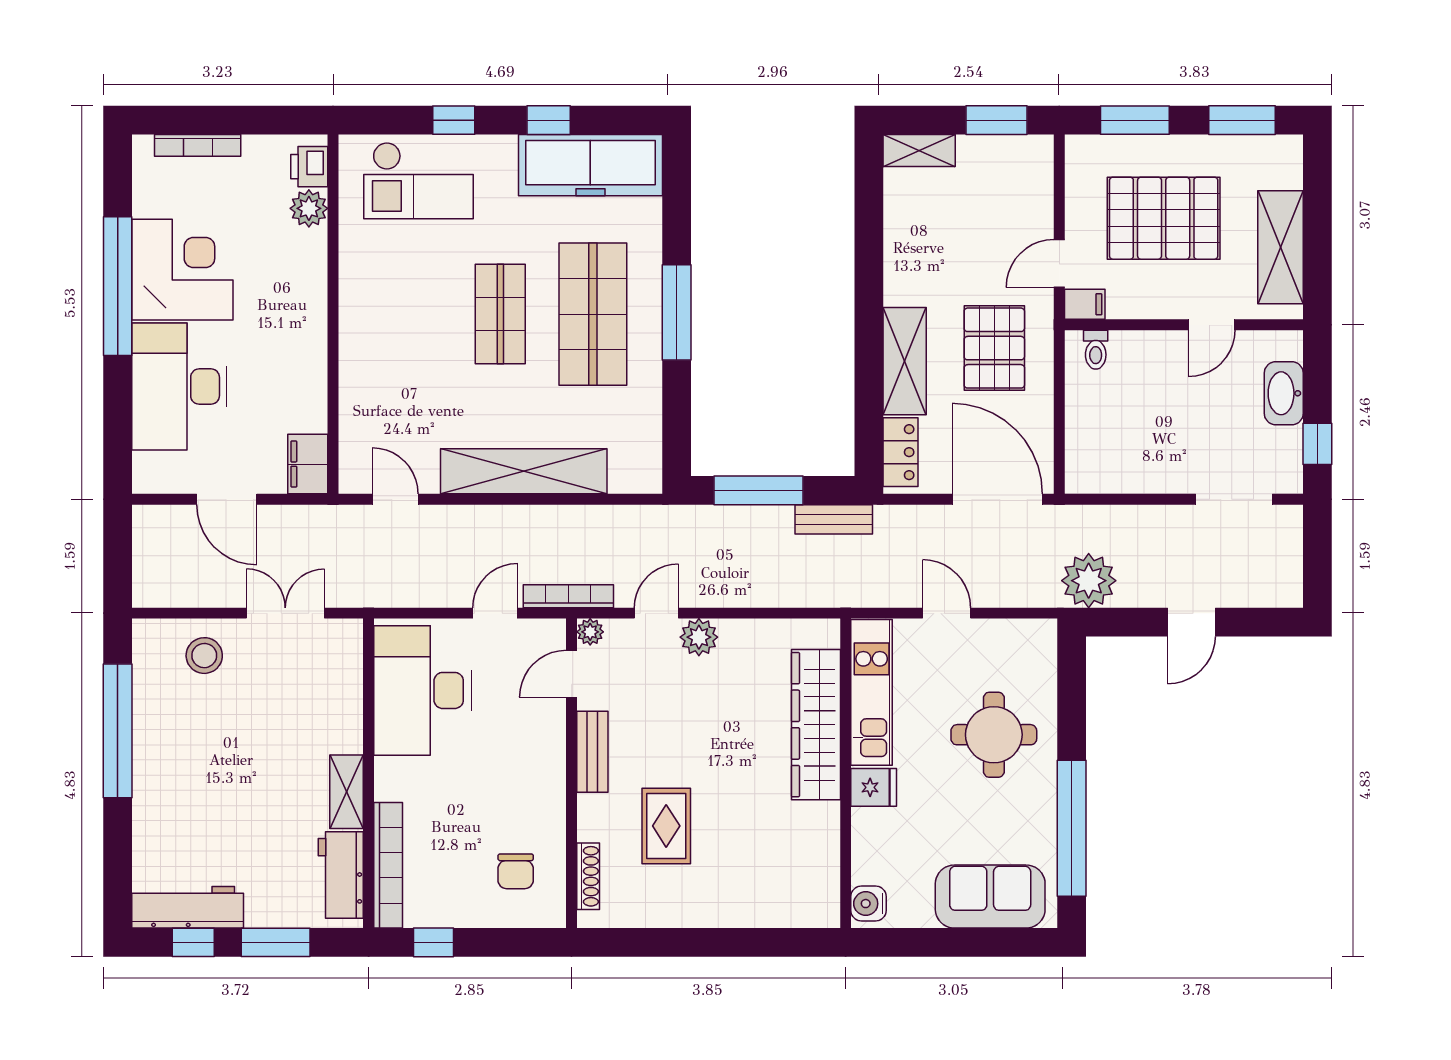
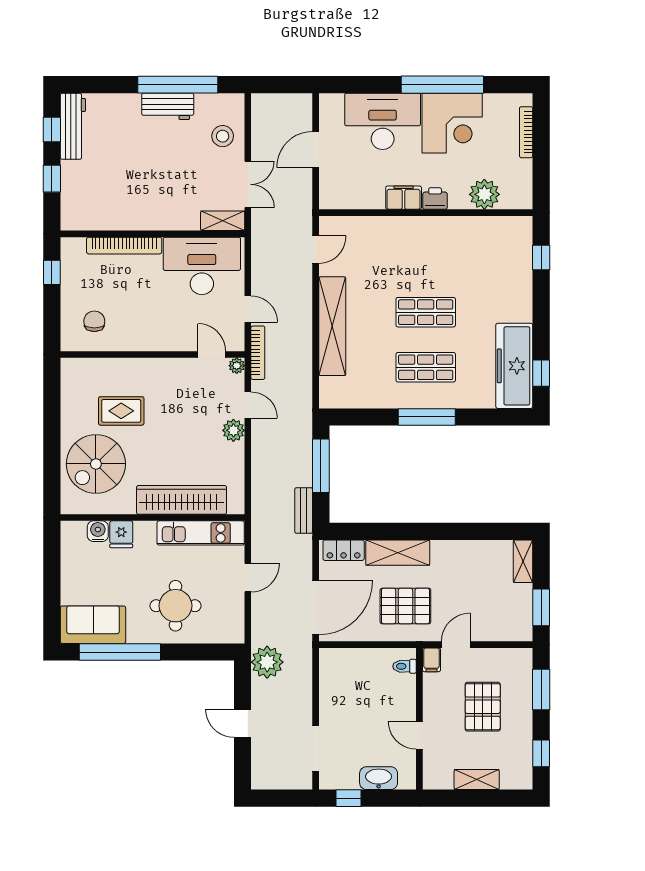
window: (454, 120) -> (541, 258), moved
window: (549, 120) -> (541, 373), moved
window: (1242, 120) -> (541, 753), width x0.67
printer: (309, 167) -> (435, 199), moved
checkout: (419, 181) -> (505, 264), removed
plant: (309, 208) -> (484, 194), width x1.36, depth x1.36
pallet: (1164, 218) -> (483, 707), width x0.73, depth x0.71
shelving: (1280, 247) -> (477, 780), width x0.67, depth x0.75
door: (1059, 263) -> (456, 645), hinge flipped
shop shelf: (593, 314) -> (426, 367), width x0.70, depth x0.74
filing cabinet: (308, 464) -> (404, 198), moved
bench: (592, 752) -> (165, 367), removed
fridge: (874, 787) -> (121, 534), moved
shelving: (347, 792) -> (223, 221), moved
bookcase: (388, 865) -> (124, 246), moved
spiral stairs: (756, 869) -> (96, 464), added
chair: (516, 871) -> (94, 321), turned 90
workbench: (341, 875) -> (168, 106), moved, turned 180
shoe rack: (588, 876) -> (91, 364), removed
sofa: (990, 897) -> (93, 625), moved, turned -90
water cooler: (869, 904) -> (98, 531), moved
window: (276, 942) -> (52, 179), width x0.67

